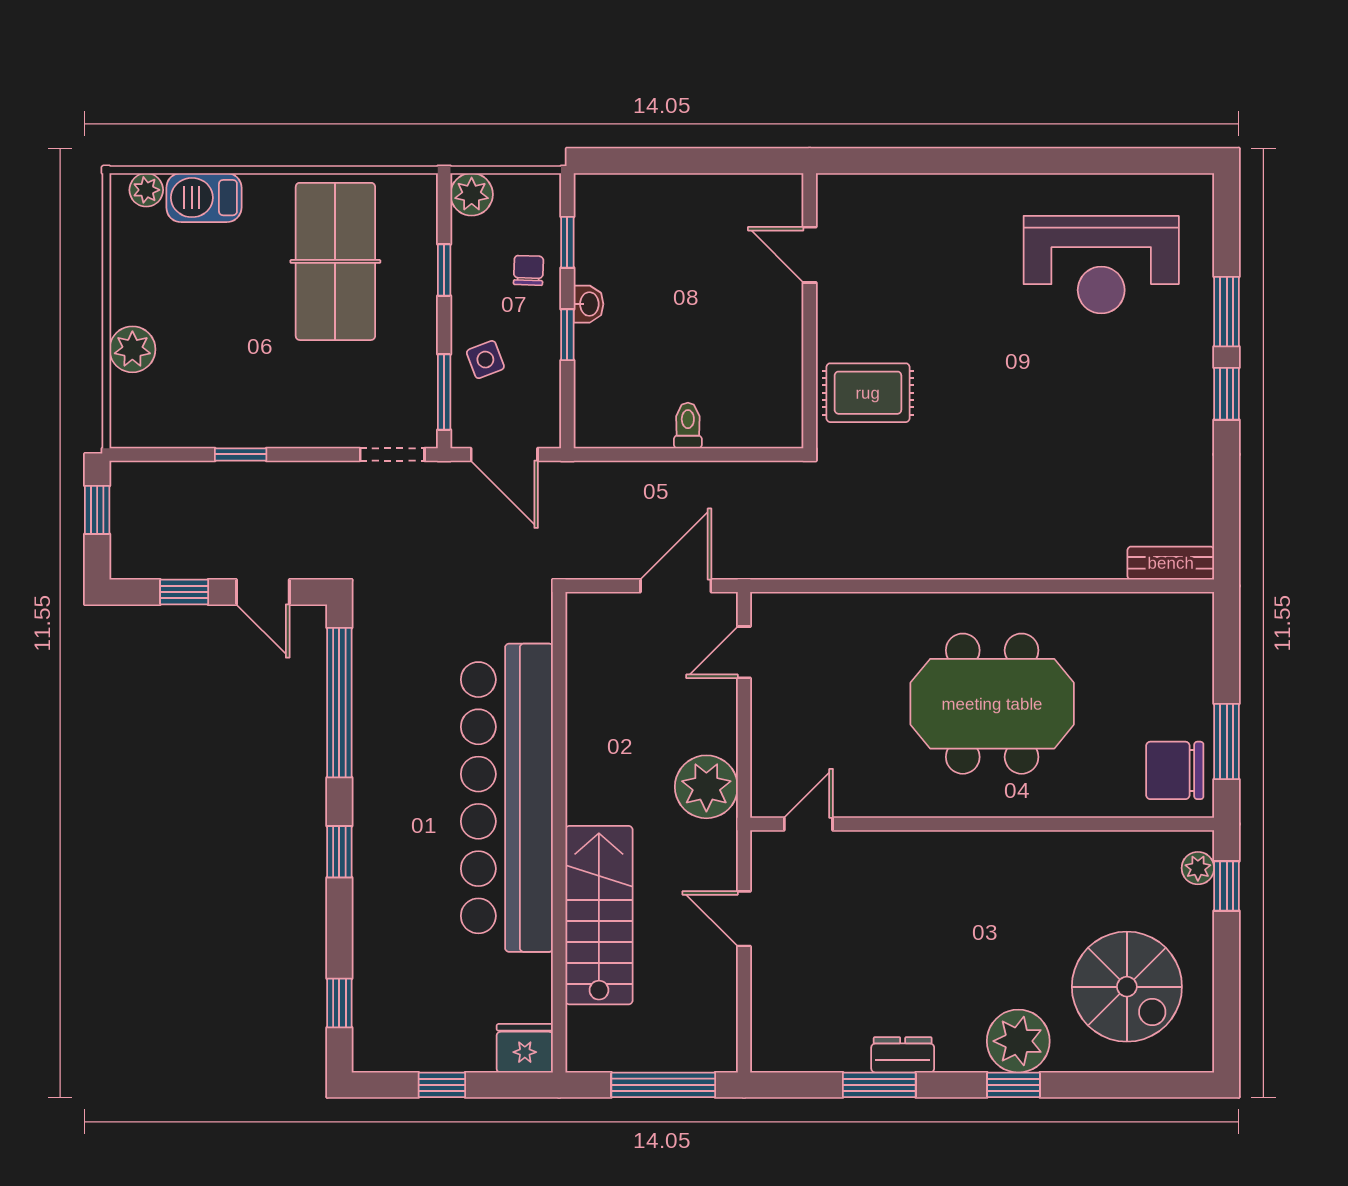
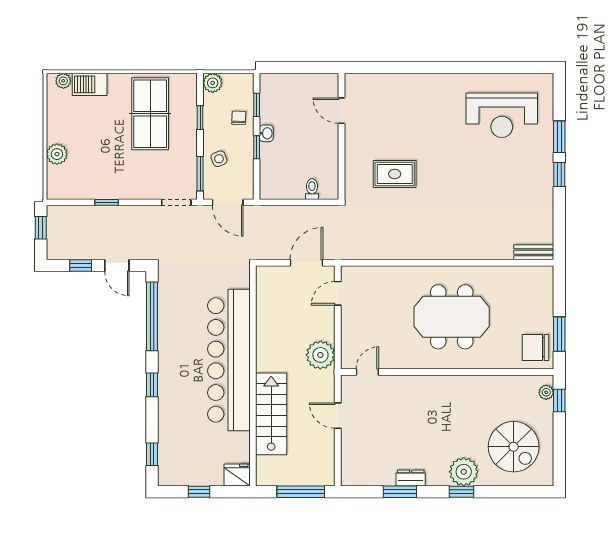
door: (810, 255) -> (341, 111), moved
wall: (810, 311) -> (341, 136), moved

